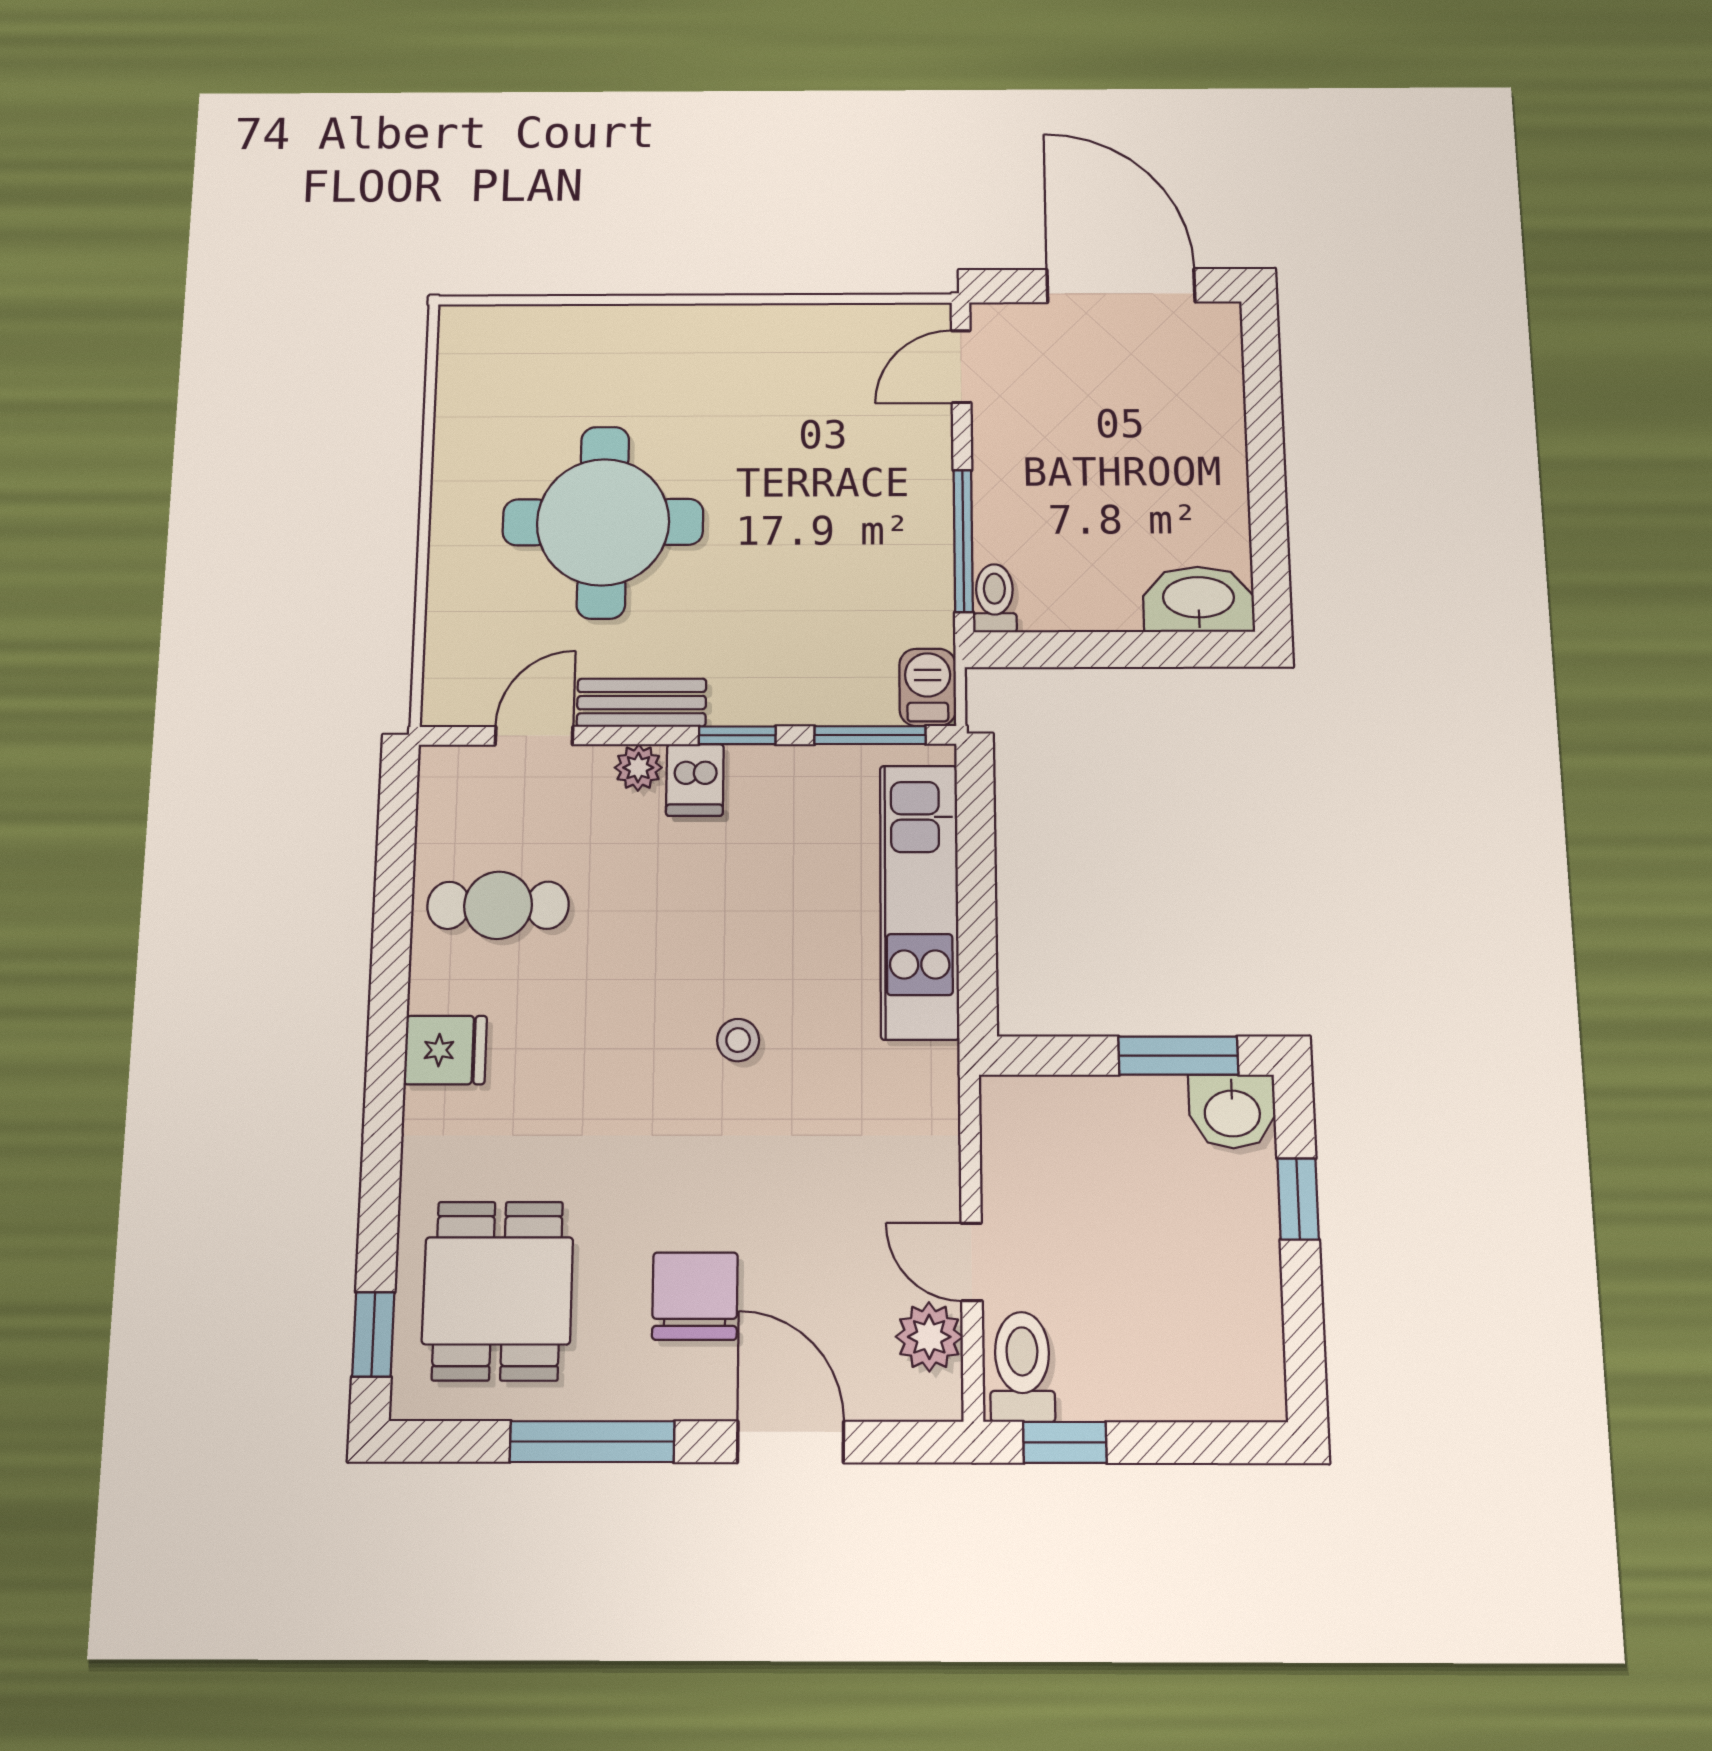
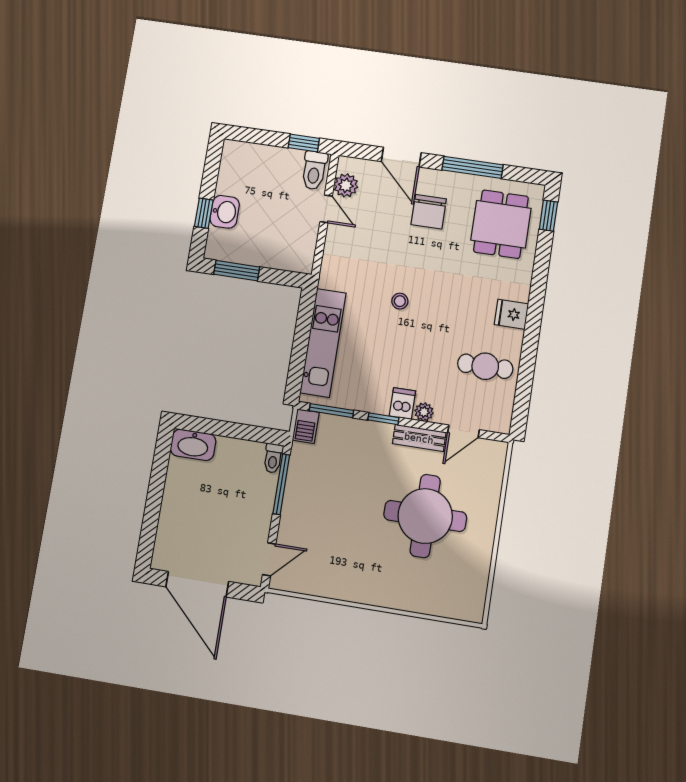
washbasin: (1232, 1111) -> (225, 212), moved, turned 90

